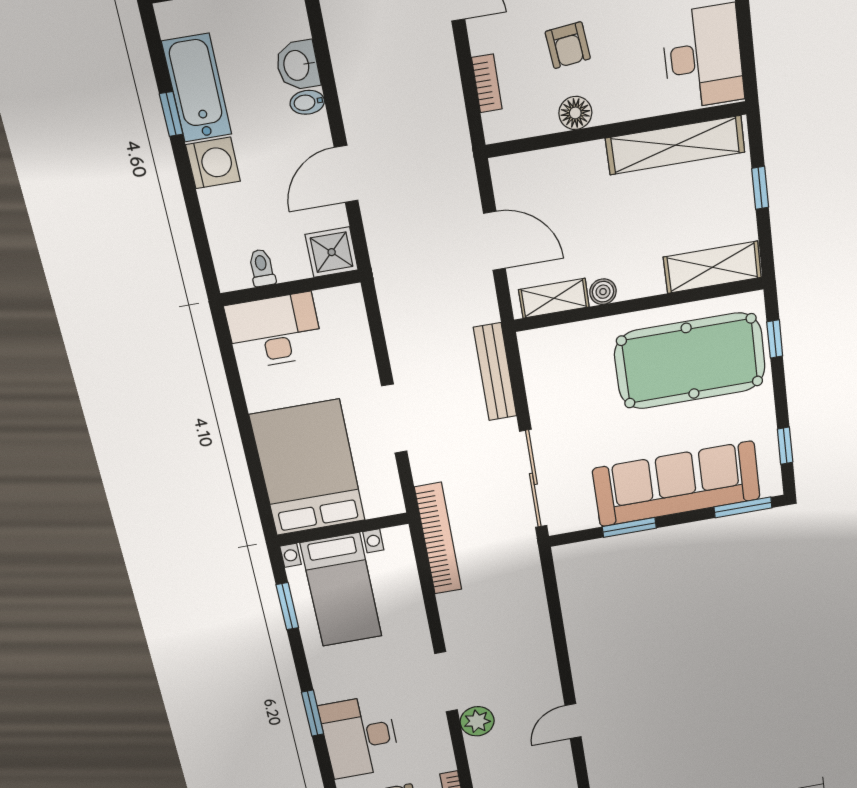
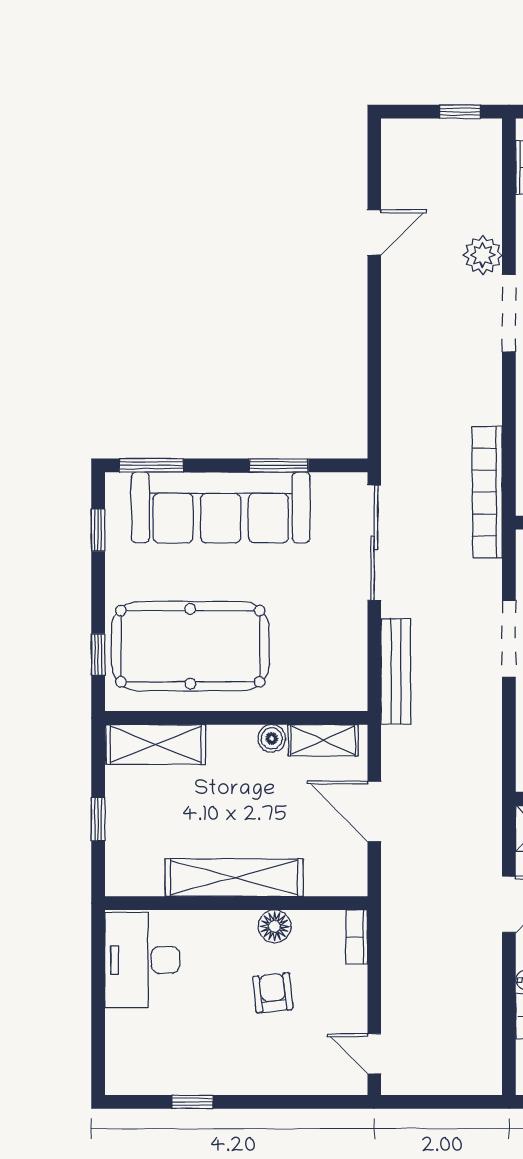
bookcase: (487, 83) -> (357, 937), moved
shelving: (675, 145) -> (234, 878), moved

